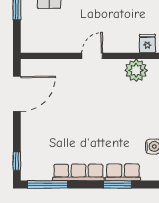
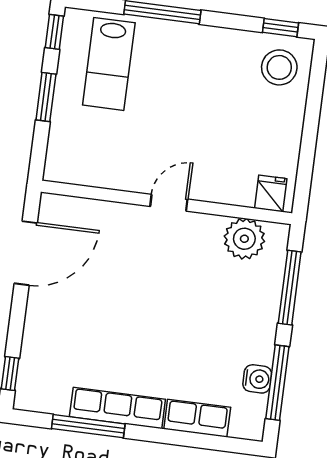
window: (48, 184) -> (88, 426), moved
window: (117, 184) -> (184, 439), removed

